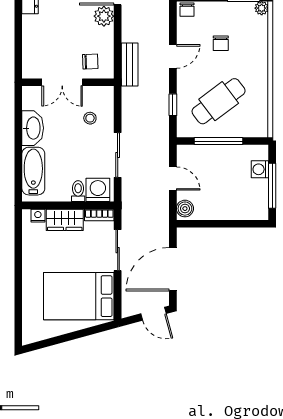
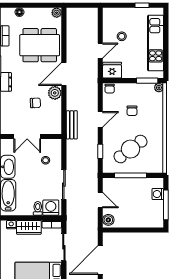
chair: (90, 62) -> (35, 103), moved

